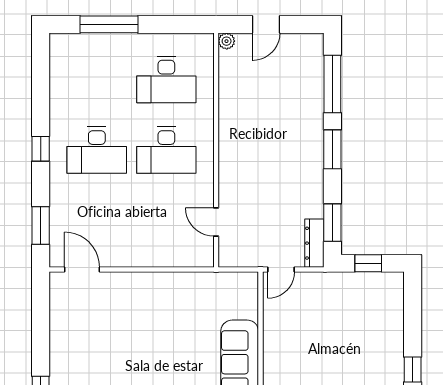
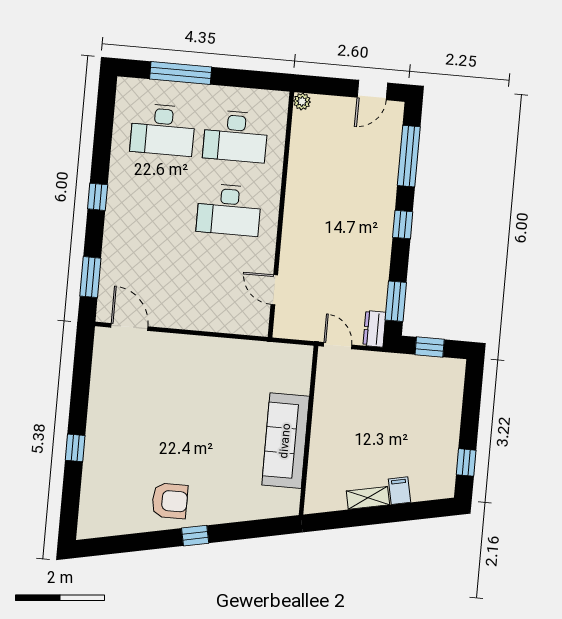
door: (266, 24) -> (372, 90), moved
window: (332, 149) -> (403, 225), width x0.67
desk: (97, 150) -> (163, 130), moved
dresser: (314, 243) -> (374, 329), width x0.70
door: (281, 270) -> (338, 346), swing flipped

